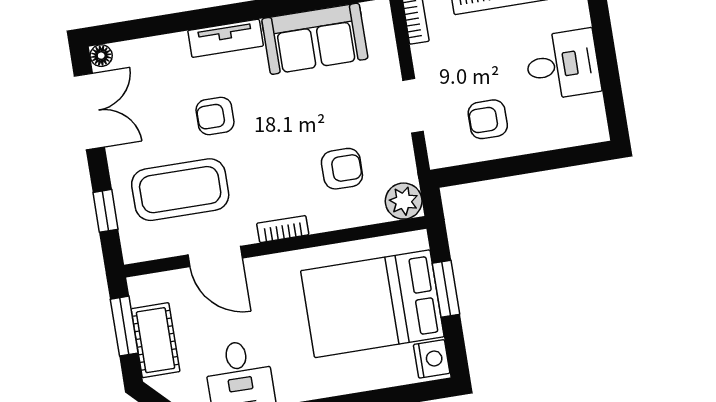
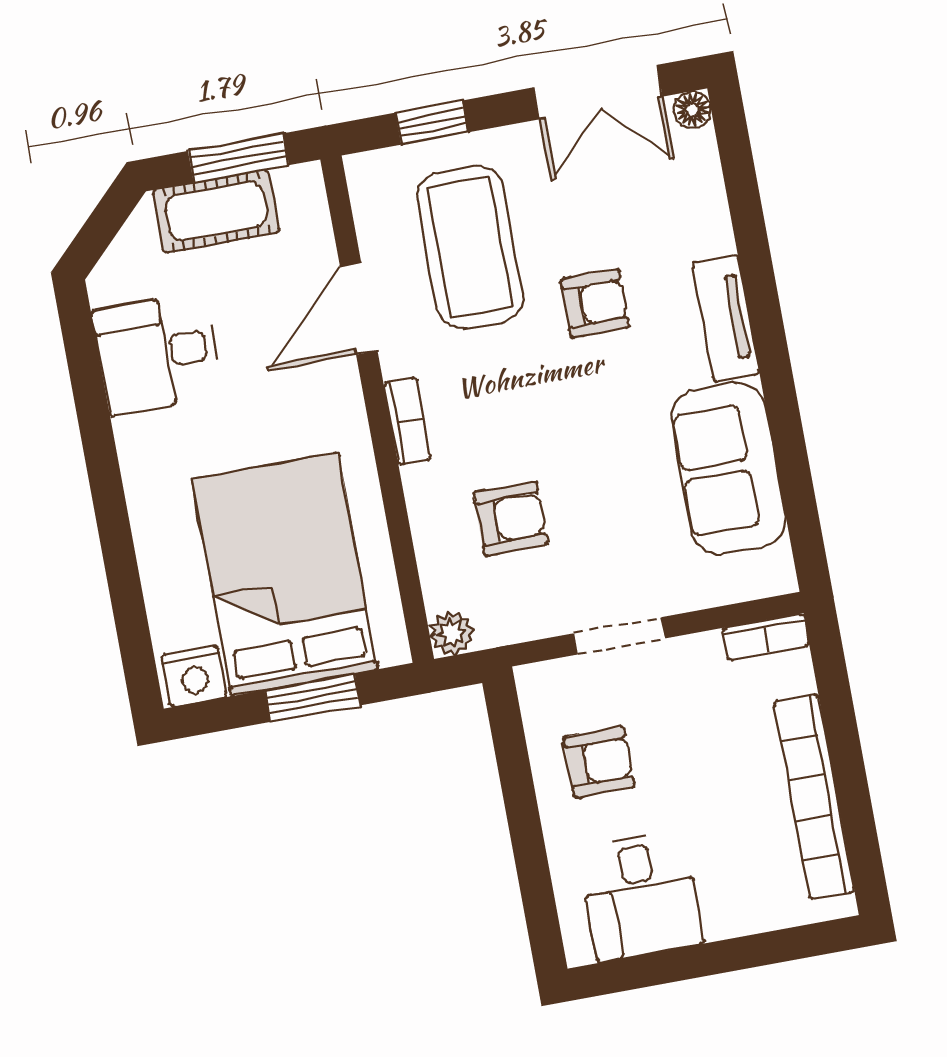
desk: (563, 65) -> (641, 895), moved
armchair: (215, 116) -> (595, 303), turned 90
armchair: (488, 119) -> (599, 762), turned 90
armchair: (342, 169) -> (511, 519), turned -90
plant: (404, 201) -> (452, 633), width x0.73, depth x0.73

